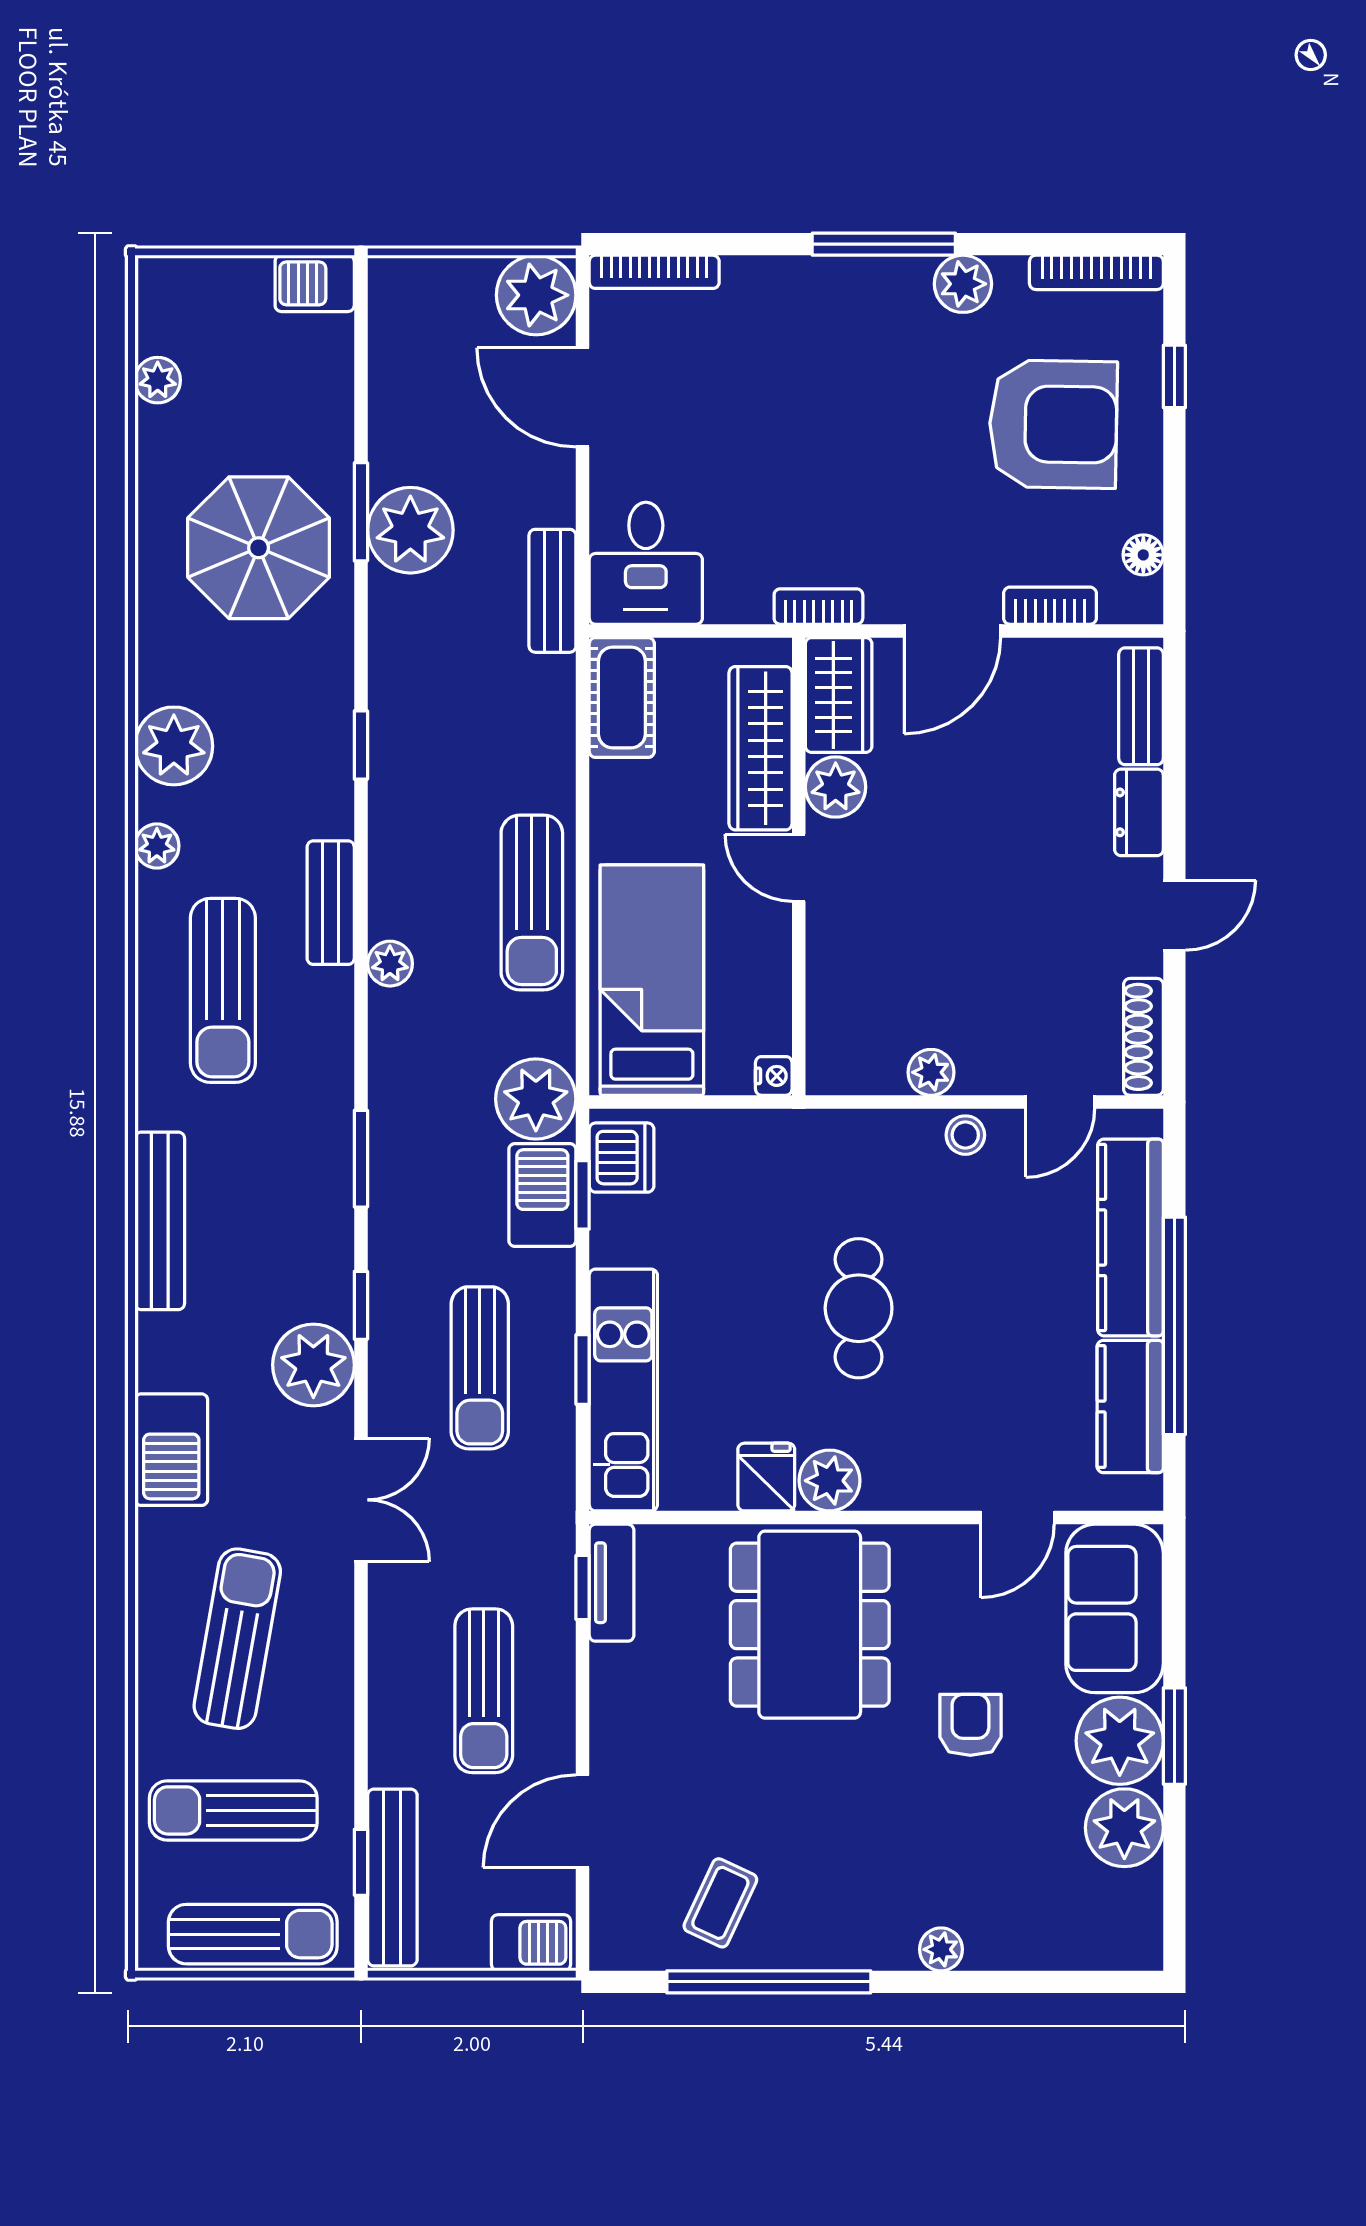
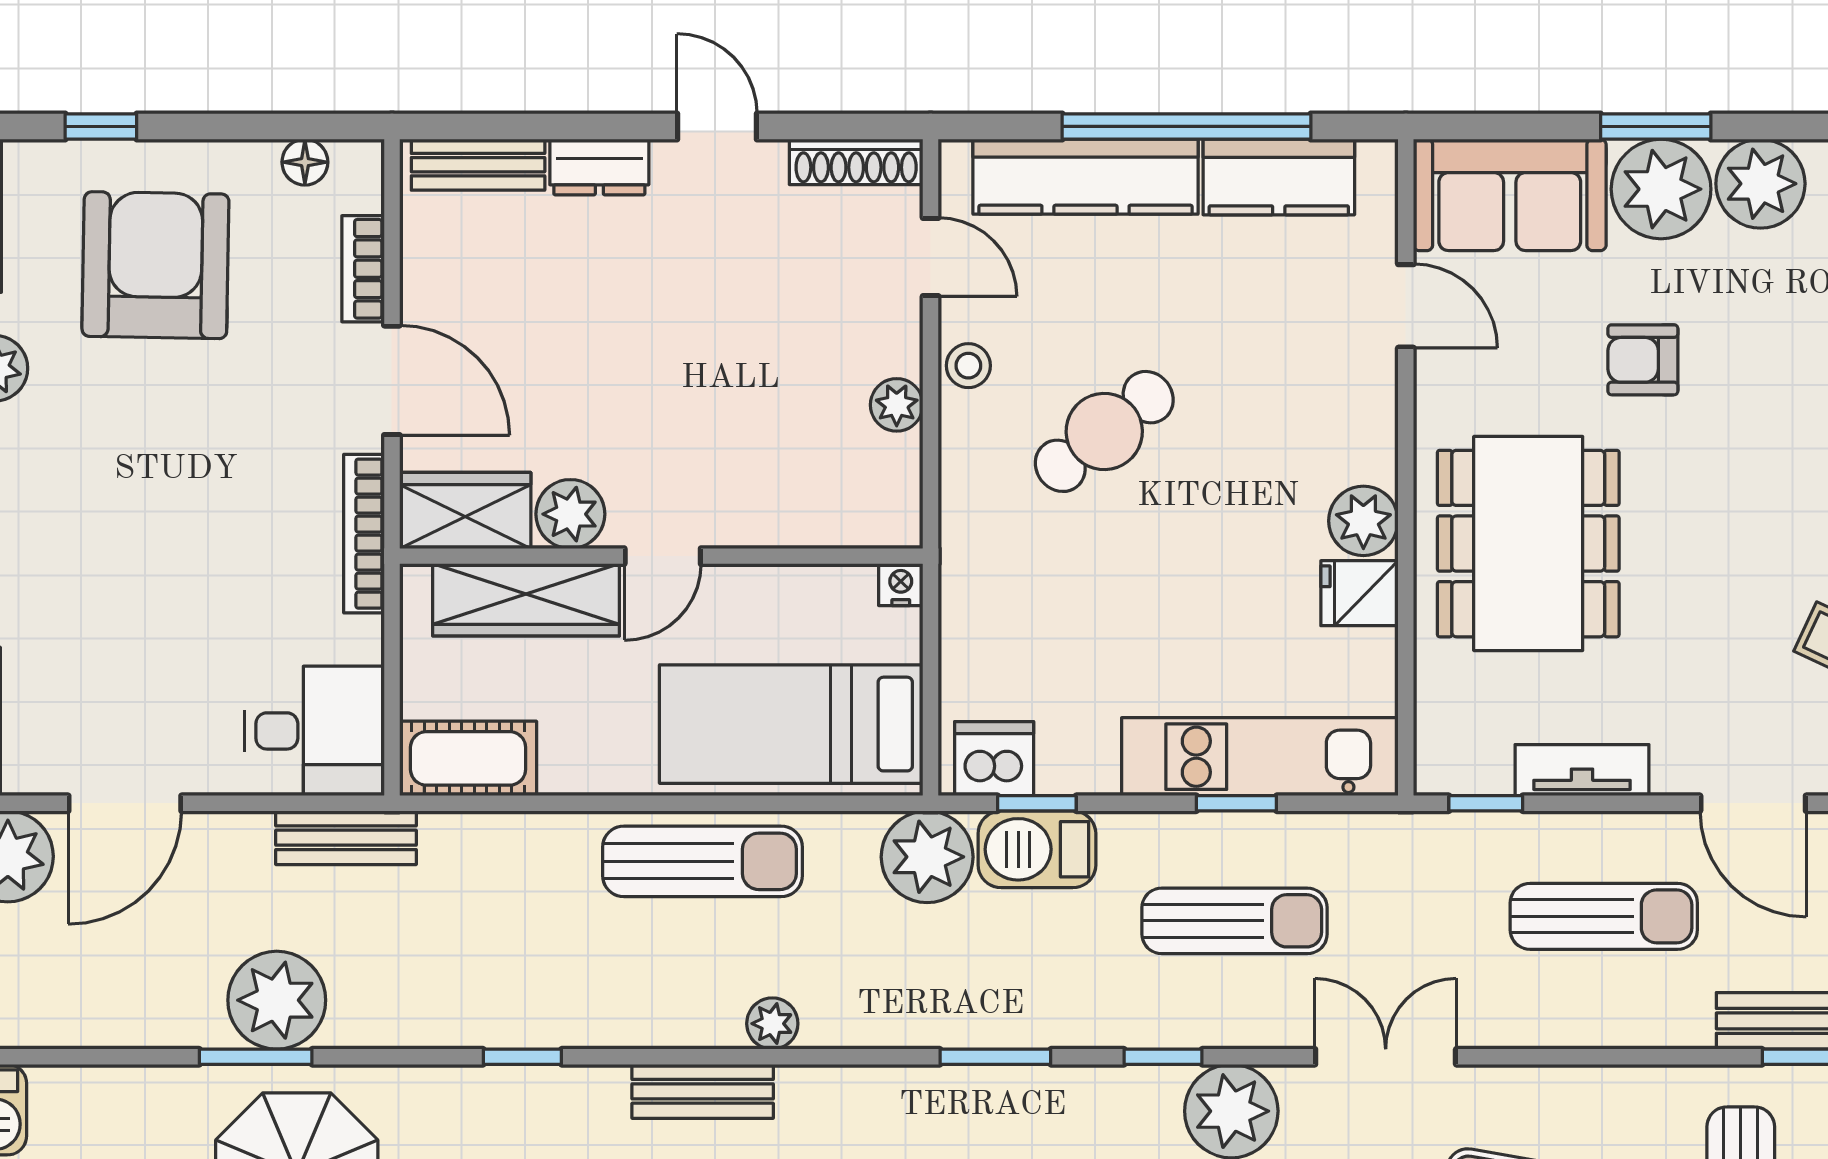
bookcase: (818, 607) -> (364, 534), width x1.56
cafe table: (859, 1308) -> (1104, 431), moved, turned -38
tv unit: (612, 1583) -> (1582, 770), moved
dining table: (810, 1625) -> (1528, 544), turned 90

